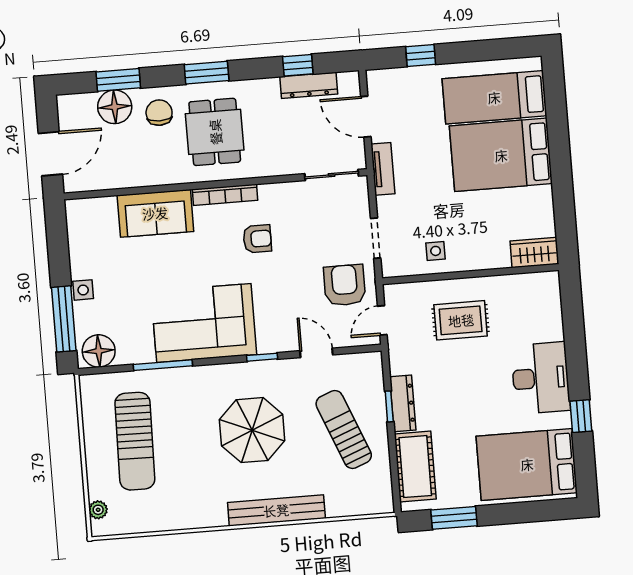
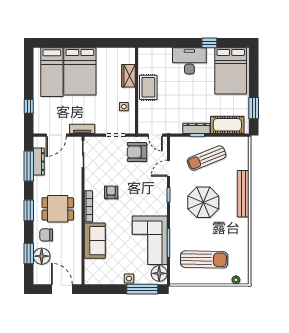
window: (298, 65) -> (29, 166), width x2.17
wardrobe: (534, 252) -> (128, 76), moved
rug: (461, 320) -> (148, 87), moved
corner sofa: (204, 323) -> (150, 240), moved

